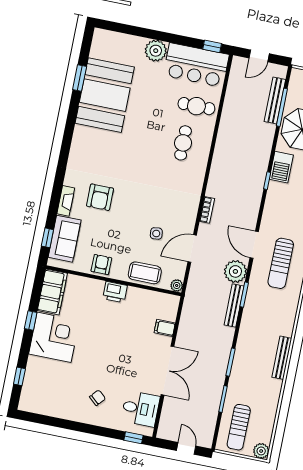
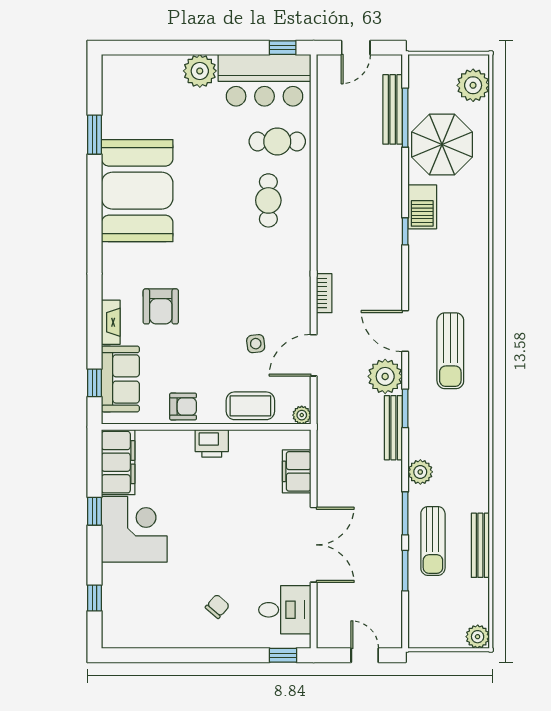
booth: (105, 95) -> (137, 191), moved
armchair: (101, 265) -> (183, 407), turned 90
filing cabinet: (165, 328) -> (297, 471), width x2.00
plant: (246, 337) -> (420, 472), added
bench: (282, 358) -> (480, 545), moved
sun lounger: (239, 427) -> (433, 541), moved

